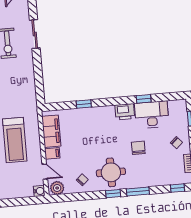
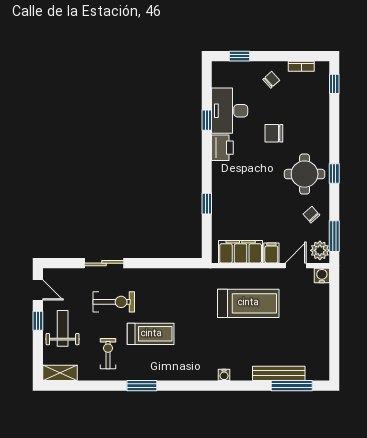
window: (138, 191) -> (334, 236), moved

